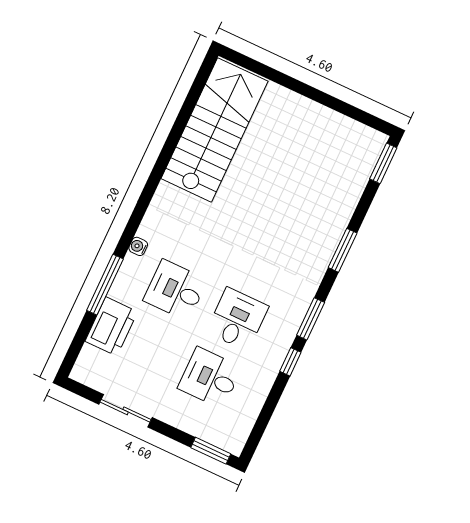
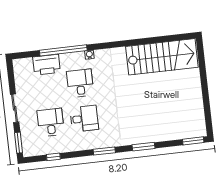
window: (105, 285) -> (63, 50), width x1.46
window: (290, 362) -> (53, 157), moved
sliding door: (126, 411) -> (15, 108), moved

